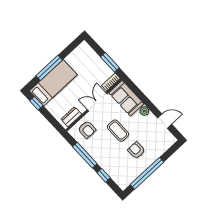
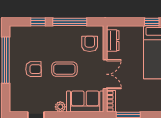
armchair: (87, 130) -> (90, 44), turned 90

